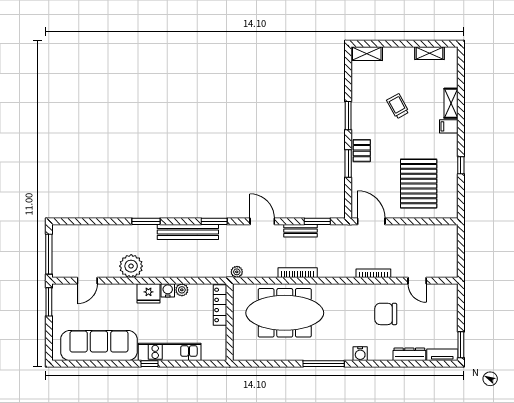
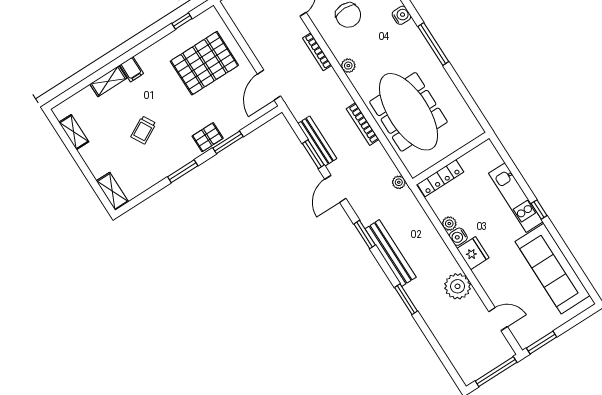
window: (461, 165) -> (182, 21), moved
window: (317, 221) -> (313, 154), moved
bench: (300, 231) -> (317, 141), width x1.36
plant: (348, 290) -> (348, 66), added

